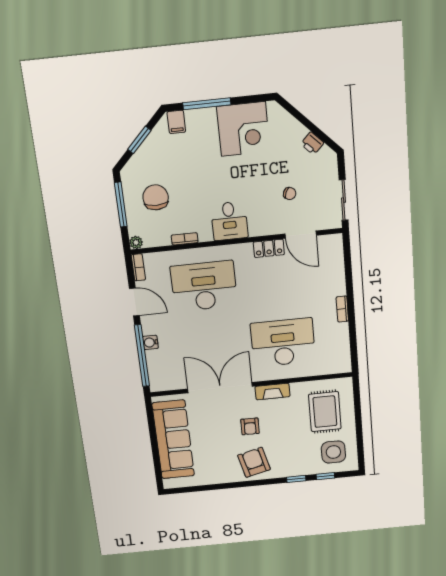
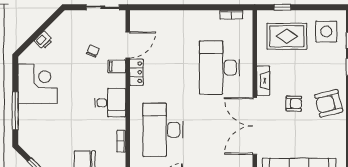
filing cabinet: (176, 122) -> (117, 66), moved, turned 180
printer: (312, 143) -> (44, 40), moved
bookcase: (342, 309) -> (231, 15), moved
window: (357, 404) -> (282, 7), added

